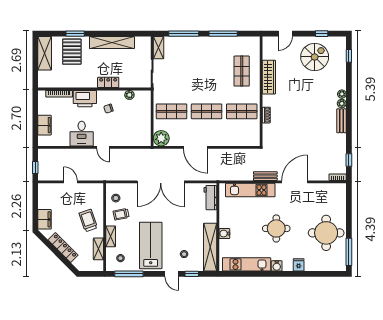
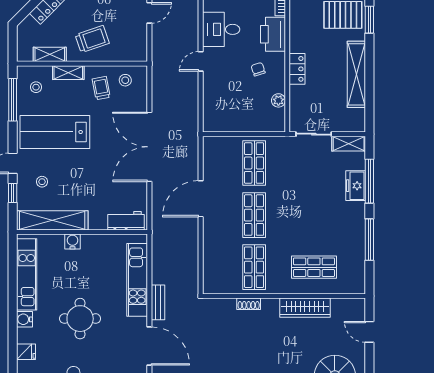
freezer: (187, 43) -> (356, 186), added
plant: (161, 138) -> (214, 148), removed
lab bench: (151, 245) -> (55, 132), turned 180

